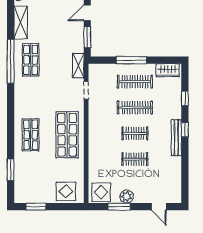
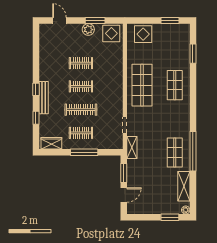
clothes rail: (135, 82) -> (81, 133), width x0.73
bench: (176, 138) -> (44, 98), moved

